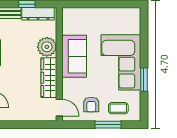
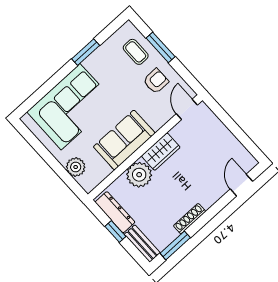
plant: (84, 15) -> (76, 167), added
corner sofa: (121, 62) -> (71, 107), moved
wardrobe: (49, 78) -> (161, 152), width x0.67

